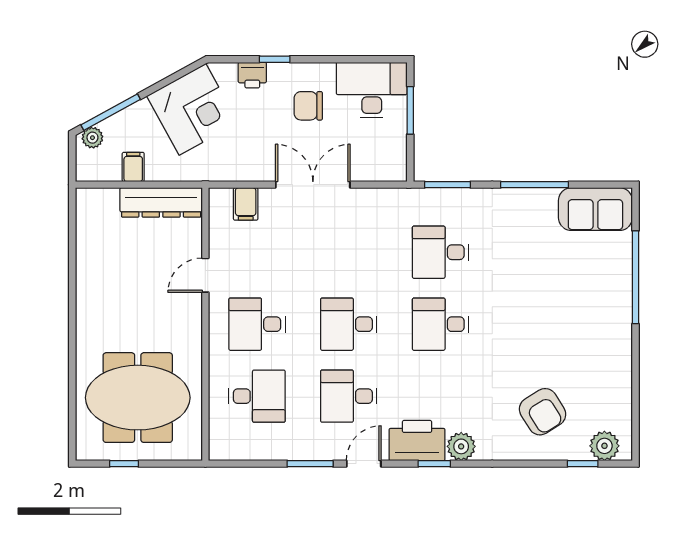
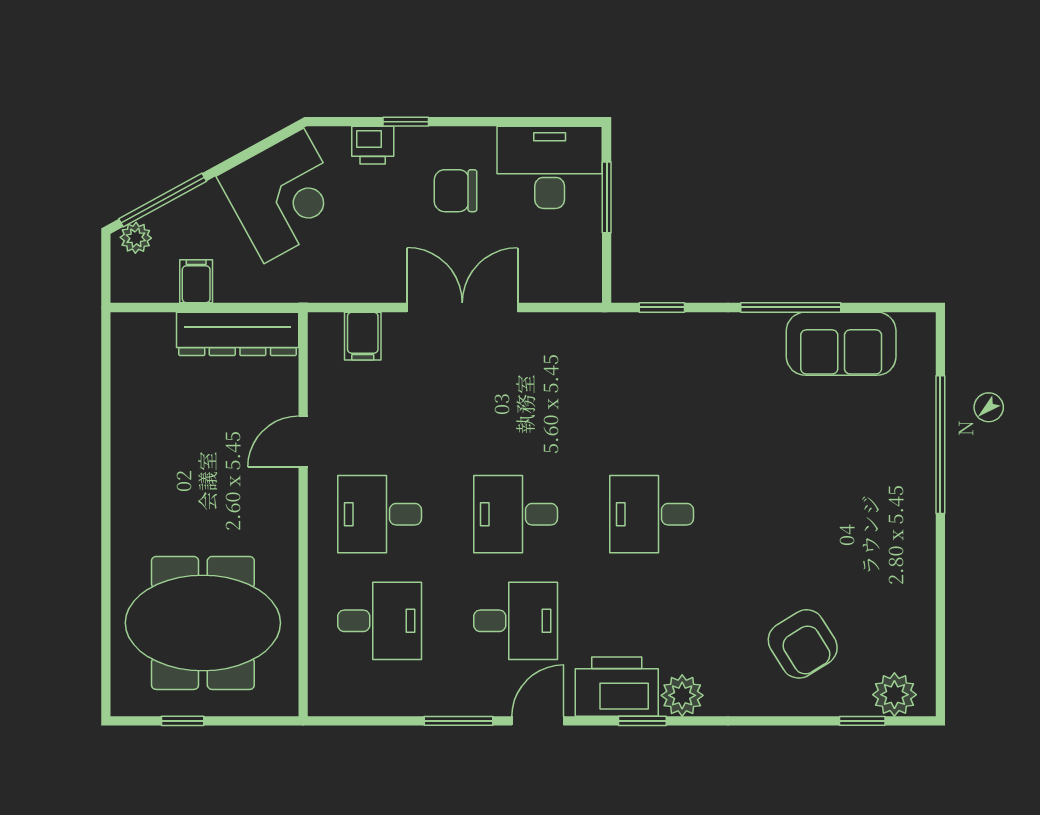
window: (447, 185) -> (662, 307), width x0.67
sofa: (595, 209) -> (841, 344), moved
desk: (441, 252) -> (652, 408), removed
desk: (349, 396) -> (516, 621), turned 180

